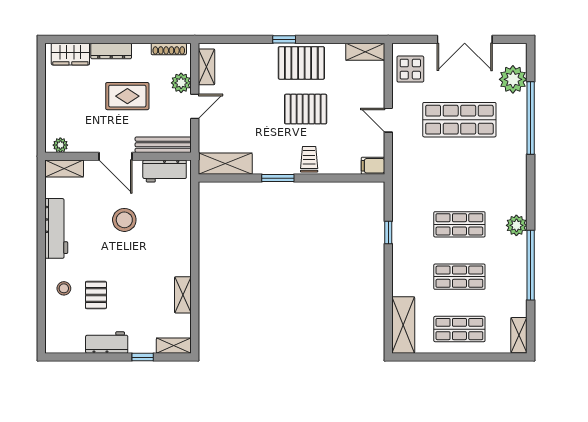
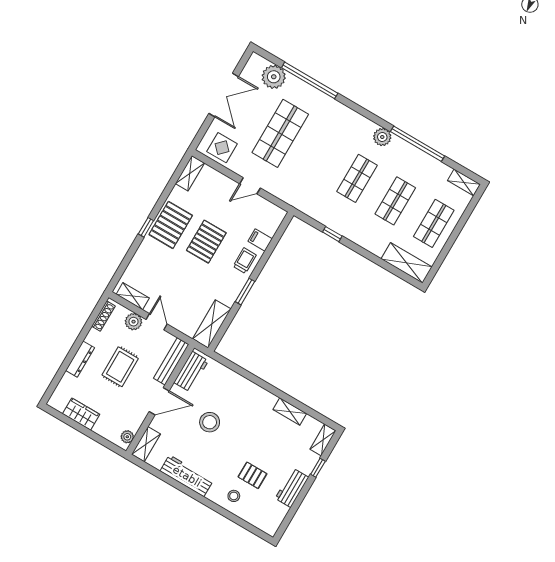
wardrobe: (70, 54) -> (81, 414), moved, turned -90
trolley: (309, 159) -> (245, 261), turned 90
filing cabinet: (373, 166) -> (260, 240), moved, turned 90

